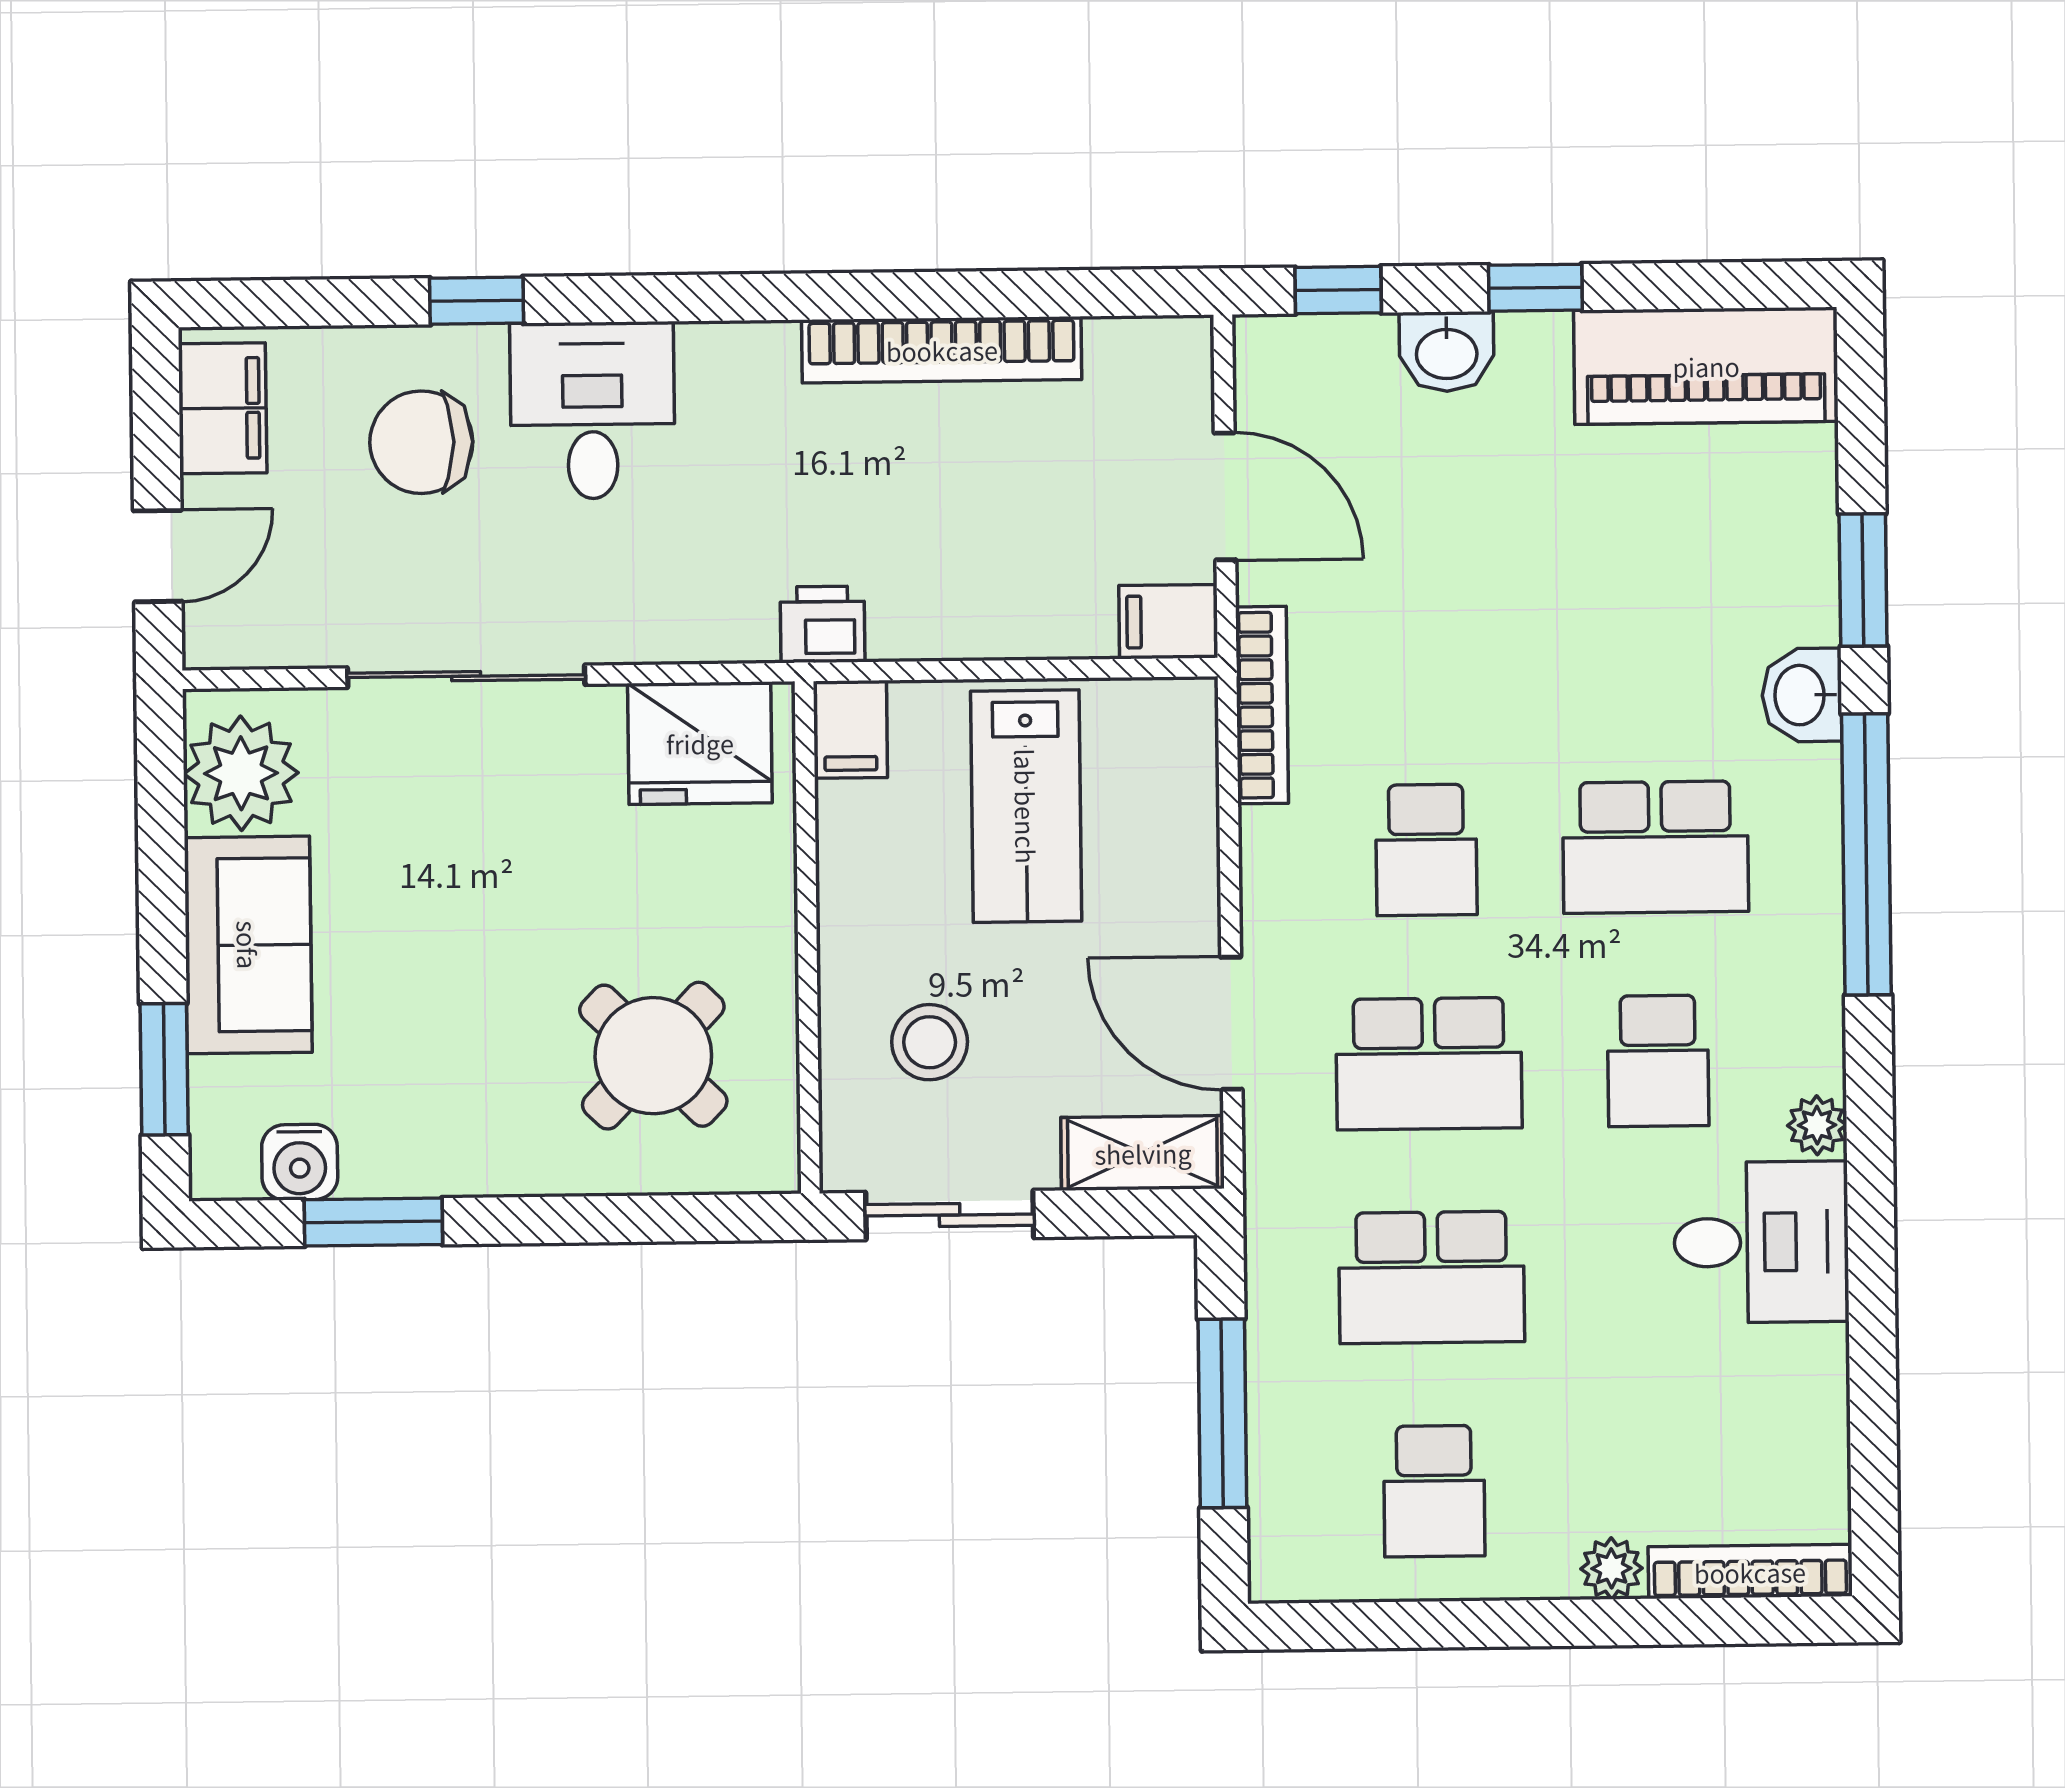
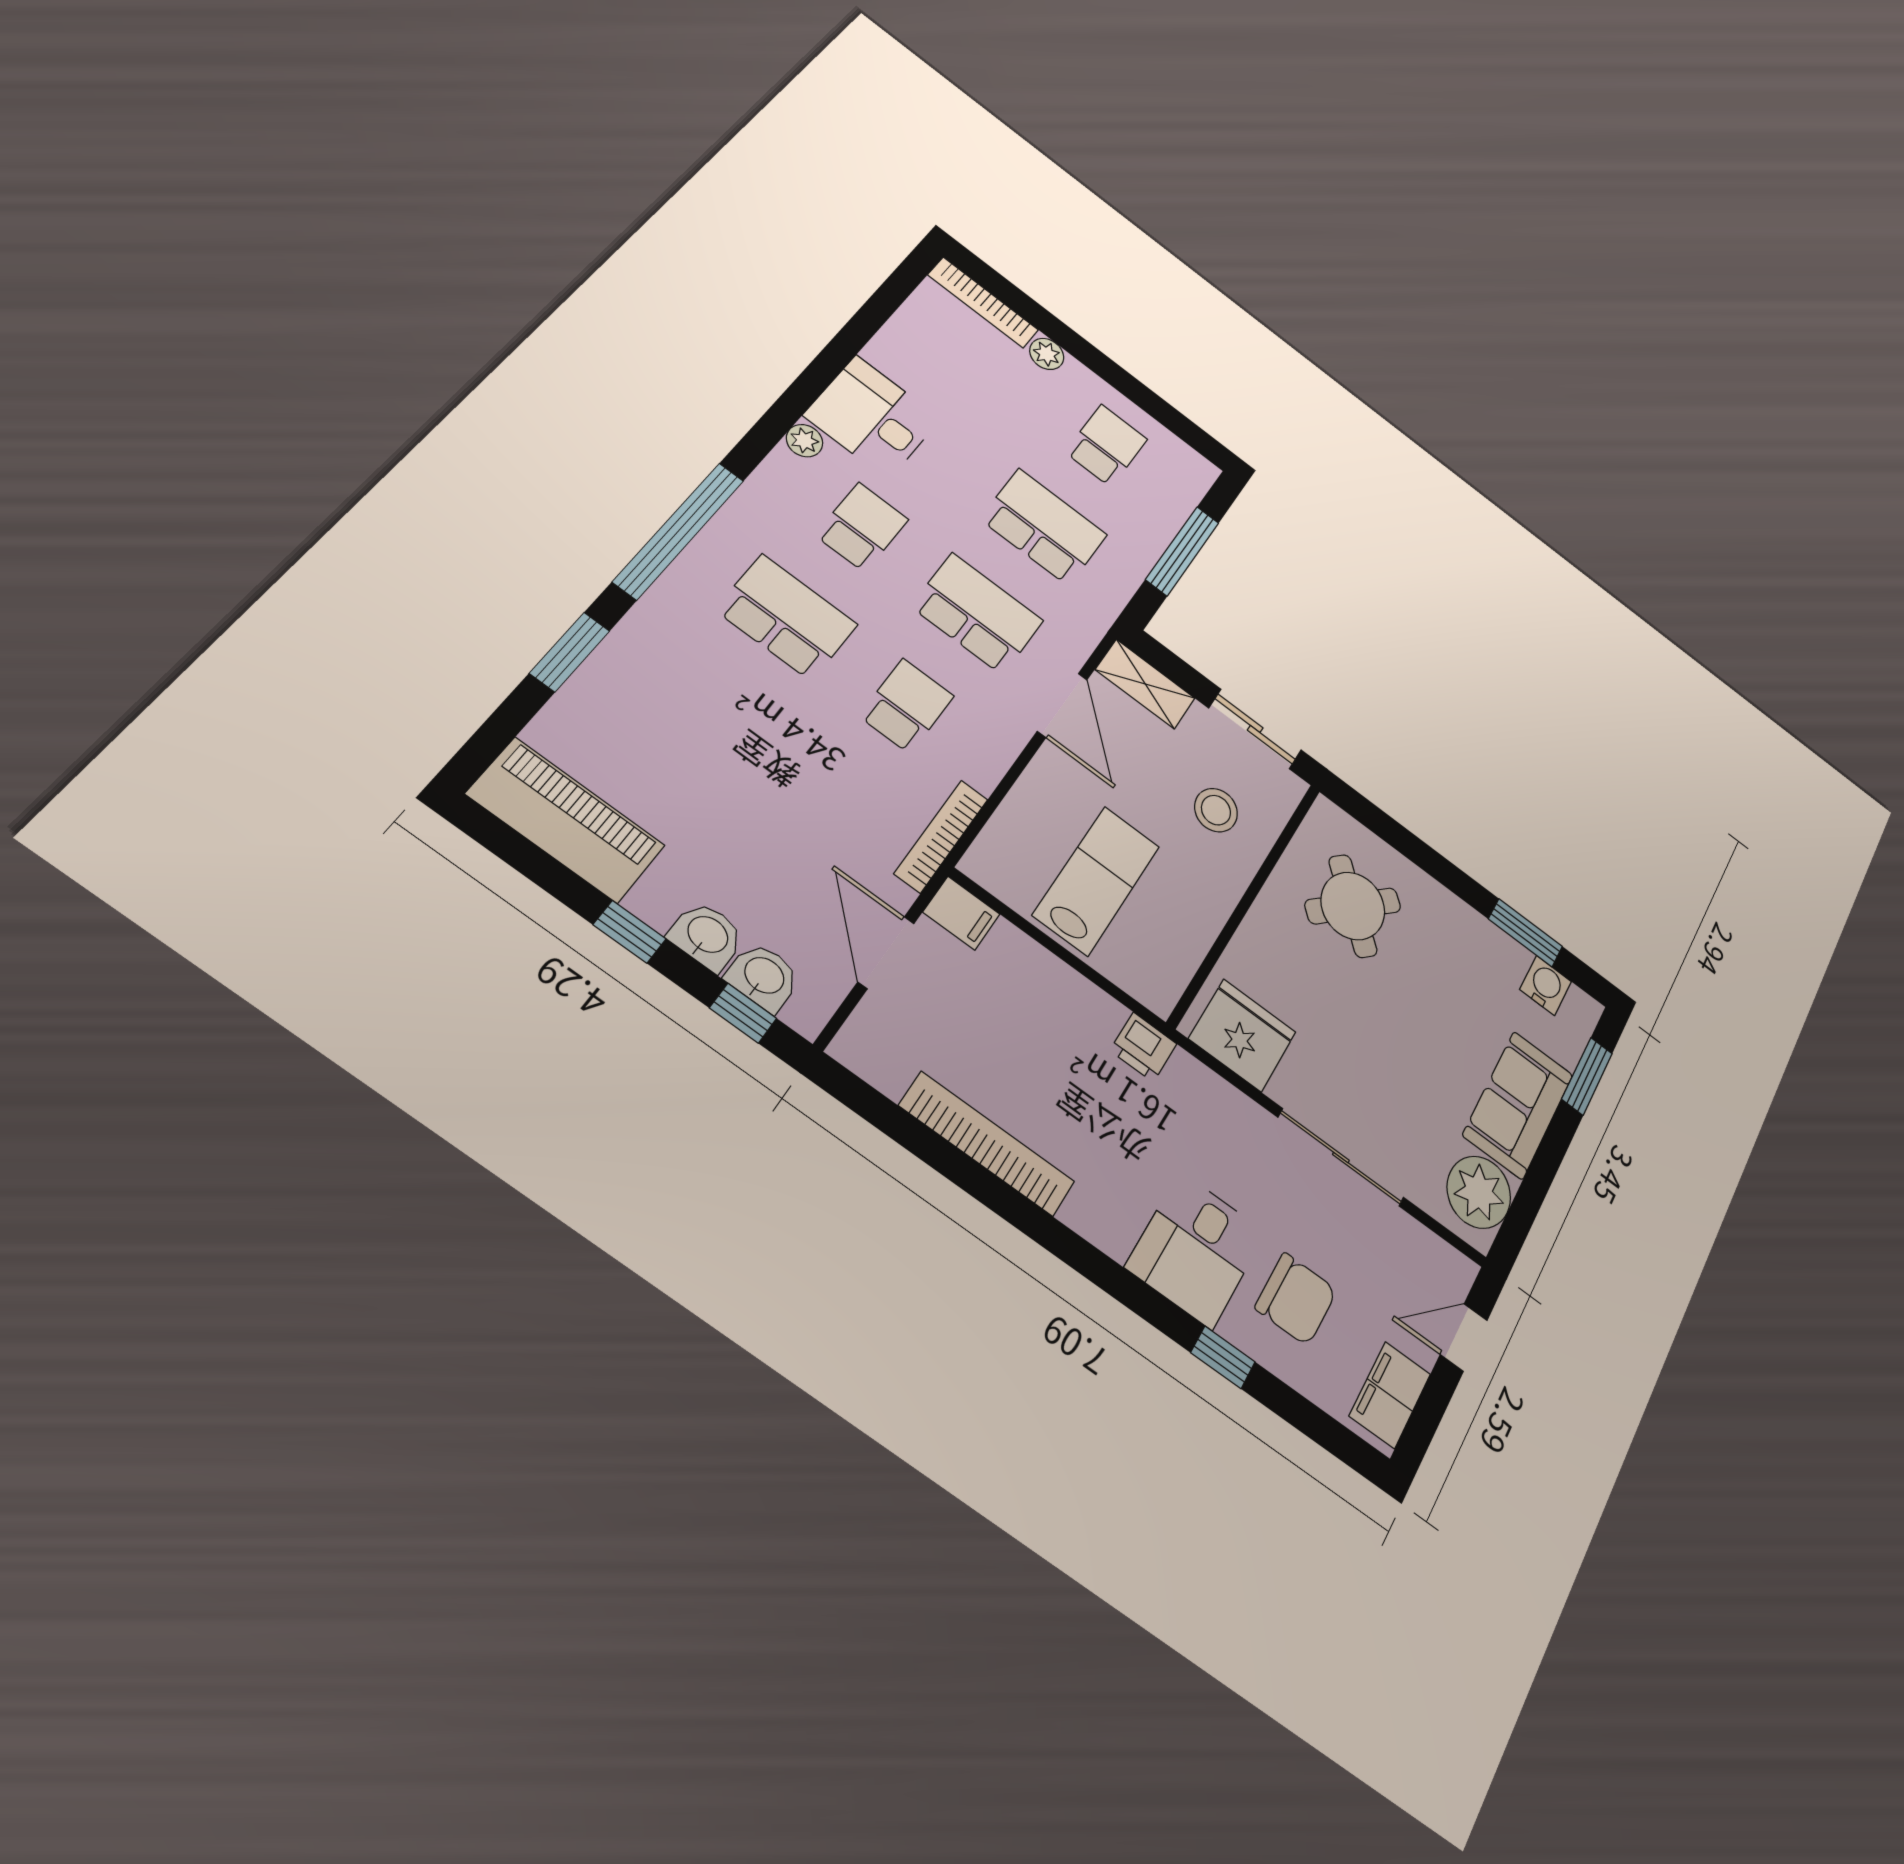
washbasin: (1802, 695) -> (763, 977), moved, turned -90
filing cabinet: (850, 729) -> (1162, 984), removed

